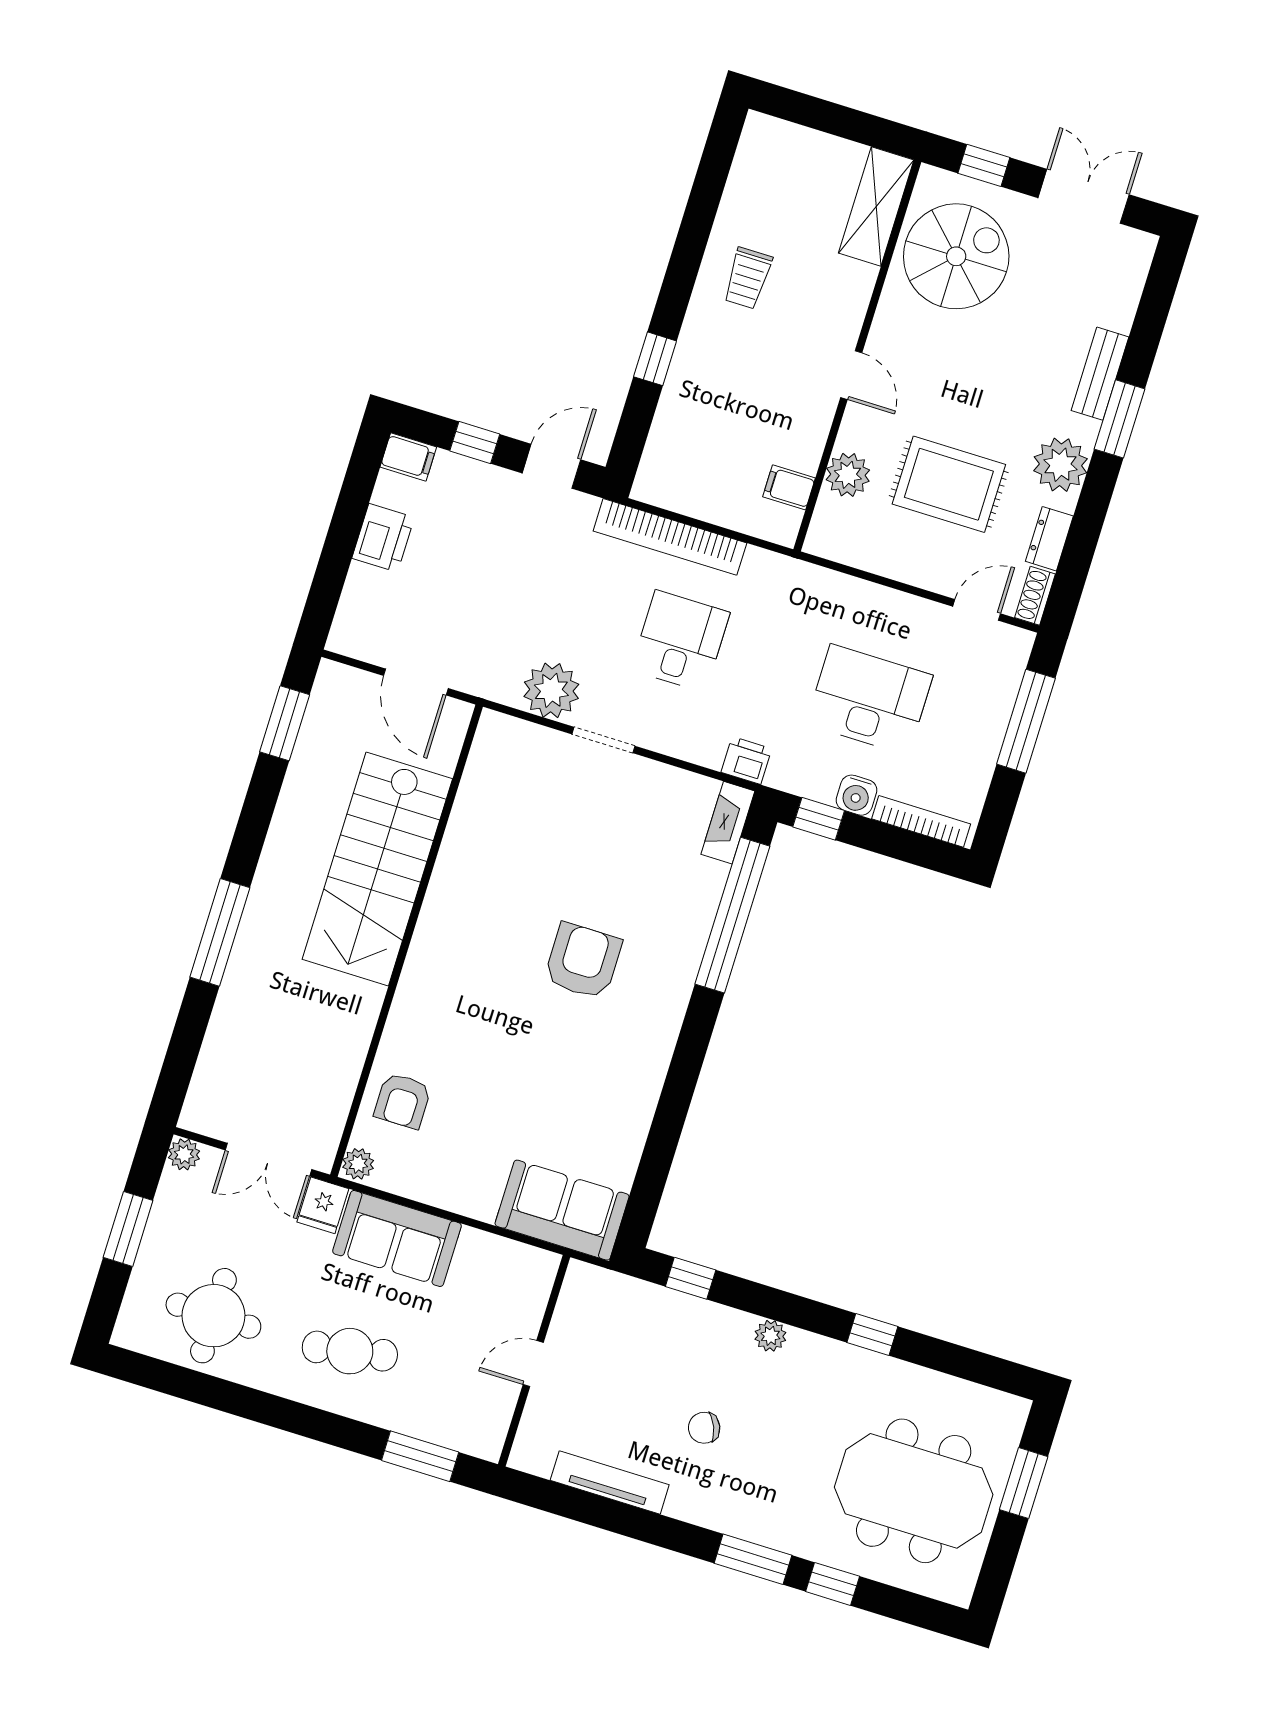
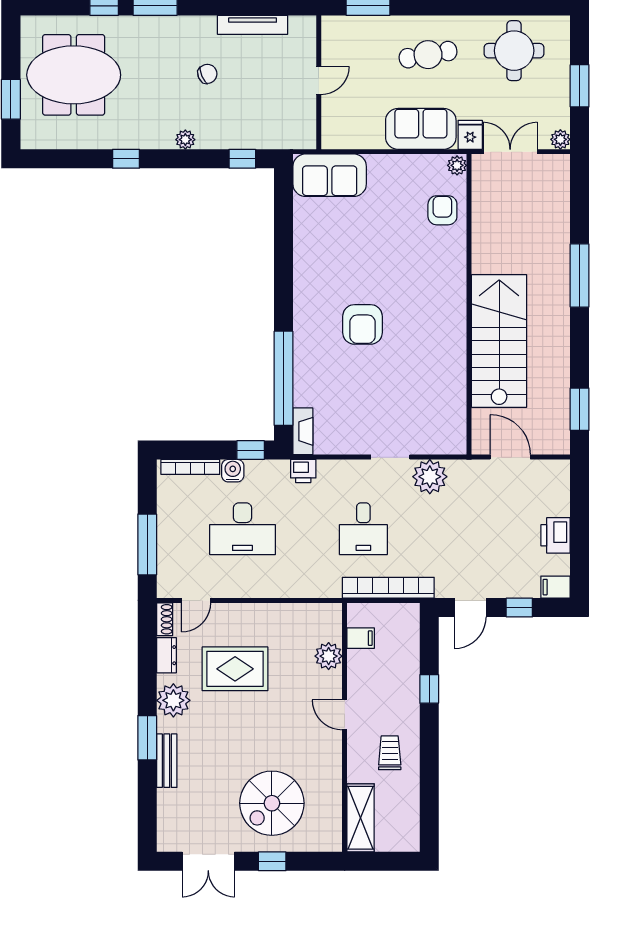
shelving: (876, 206) -> (361, 818), moved
wall: (857, 356) -> (345, 727), moved
door: (851, 375) -> (345, 715), moved
plant: (848, 475) -> (329, 656), moved
filing cabinet: (789, 487) -> (361, 638), moved

